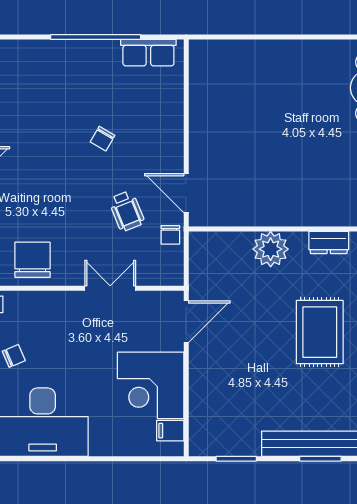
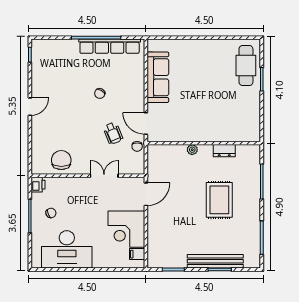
row of seats: (148, 53) -> (110, 46), width x2.02
sofa: (208, 109) -> (158, 77), added
plant: (271, 249) -> (192, 150), width x0.53, depth x0.53

